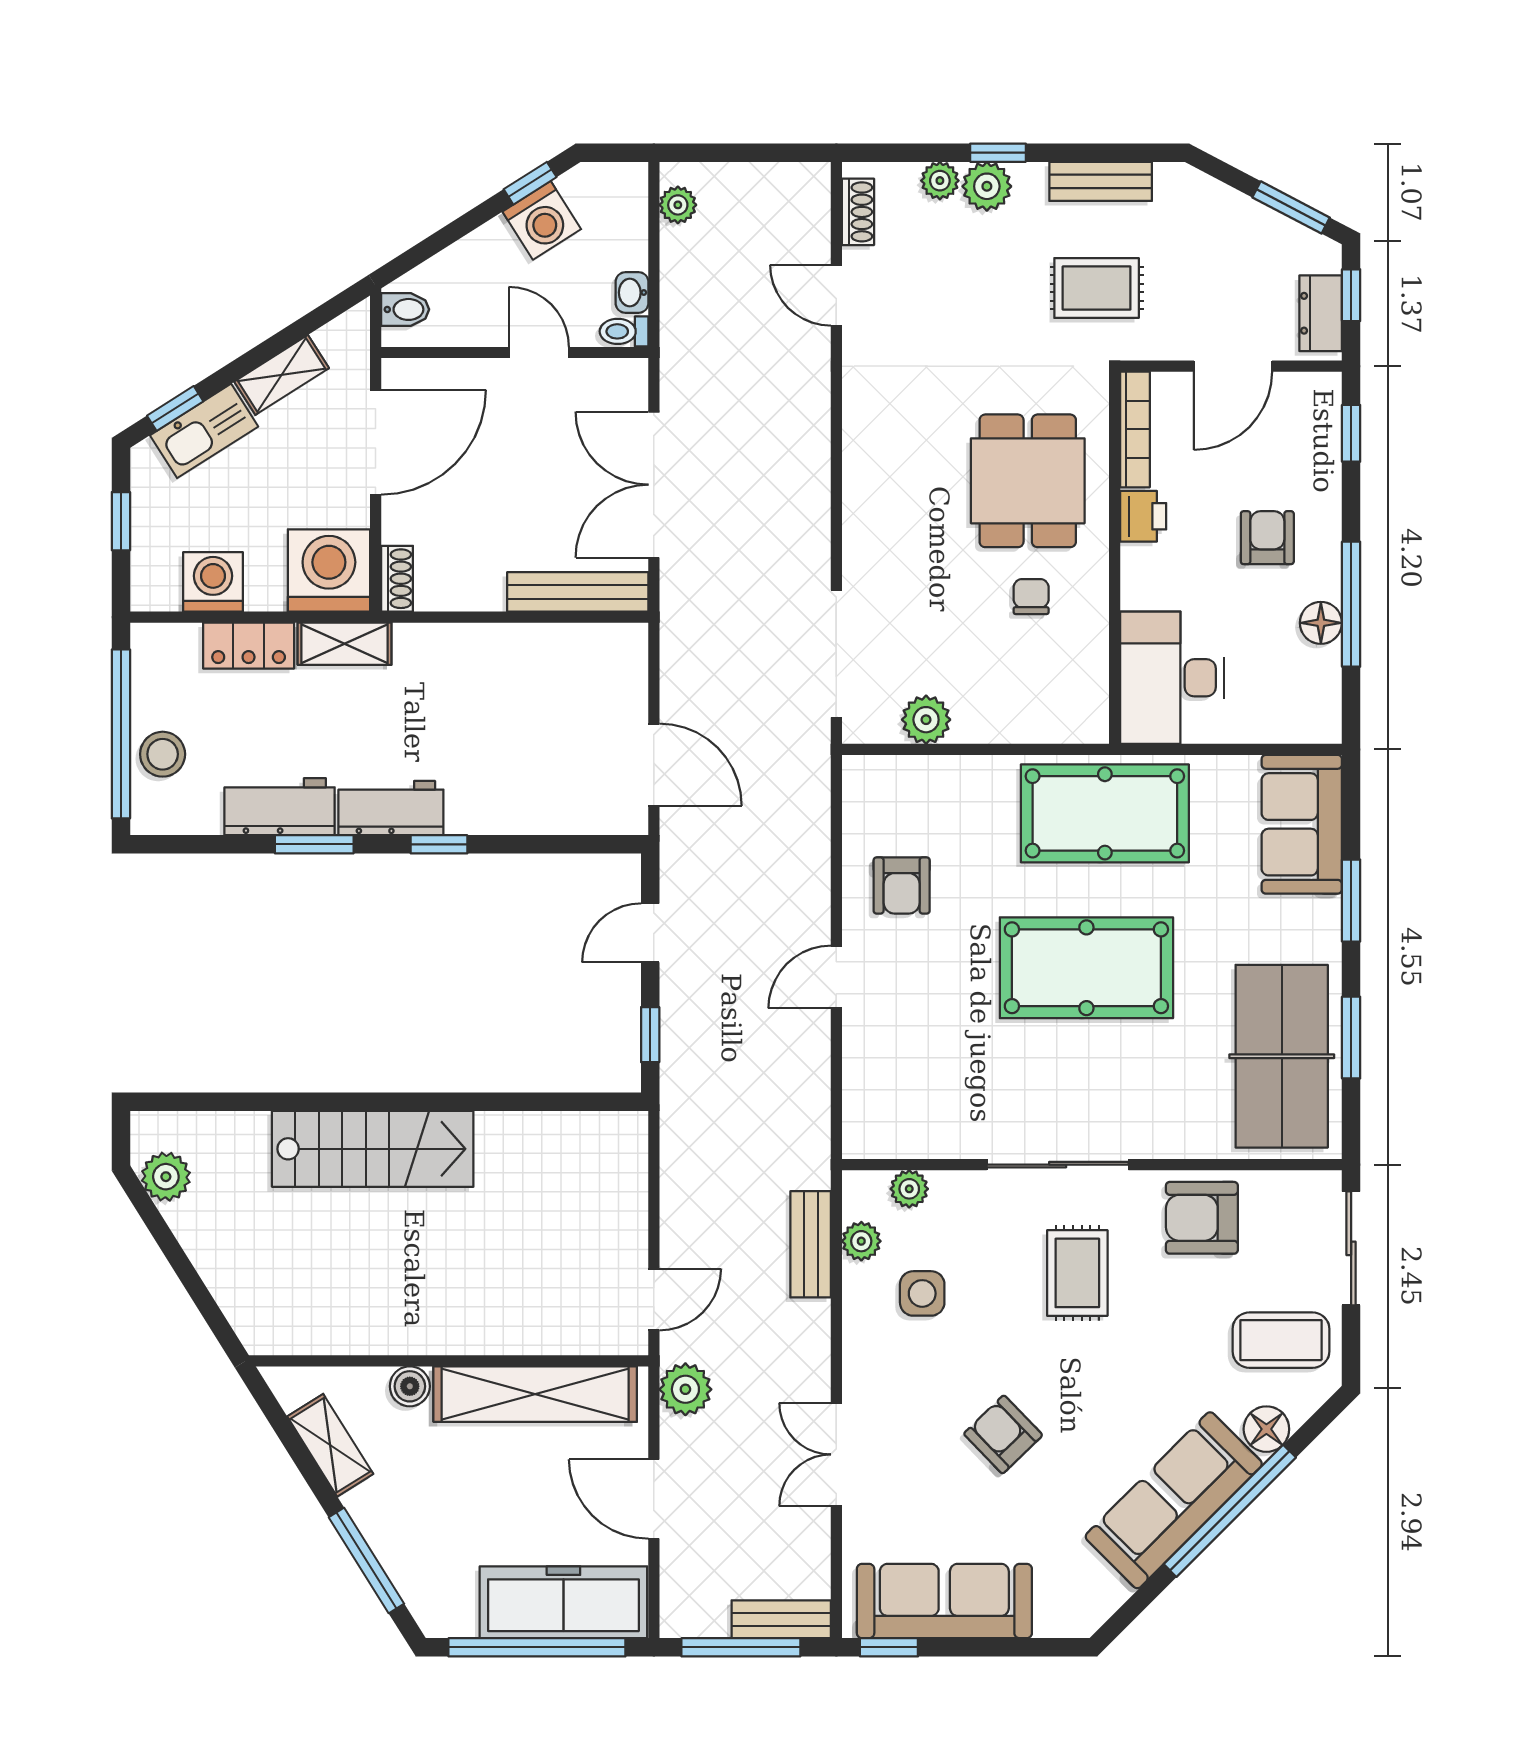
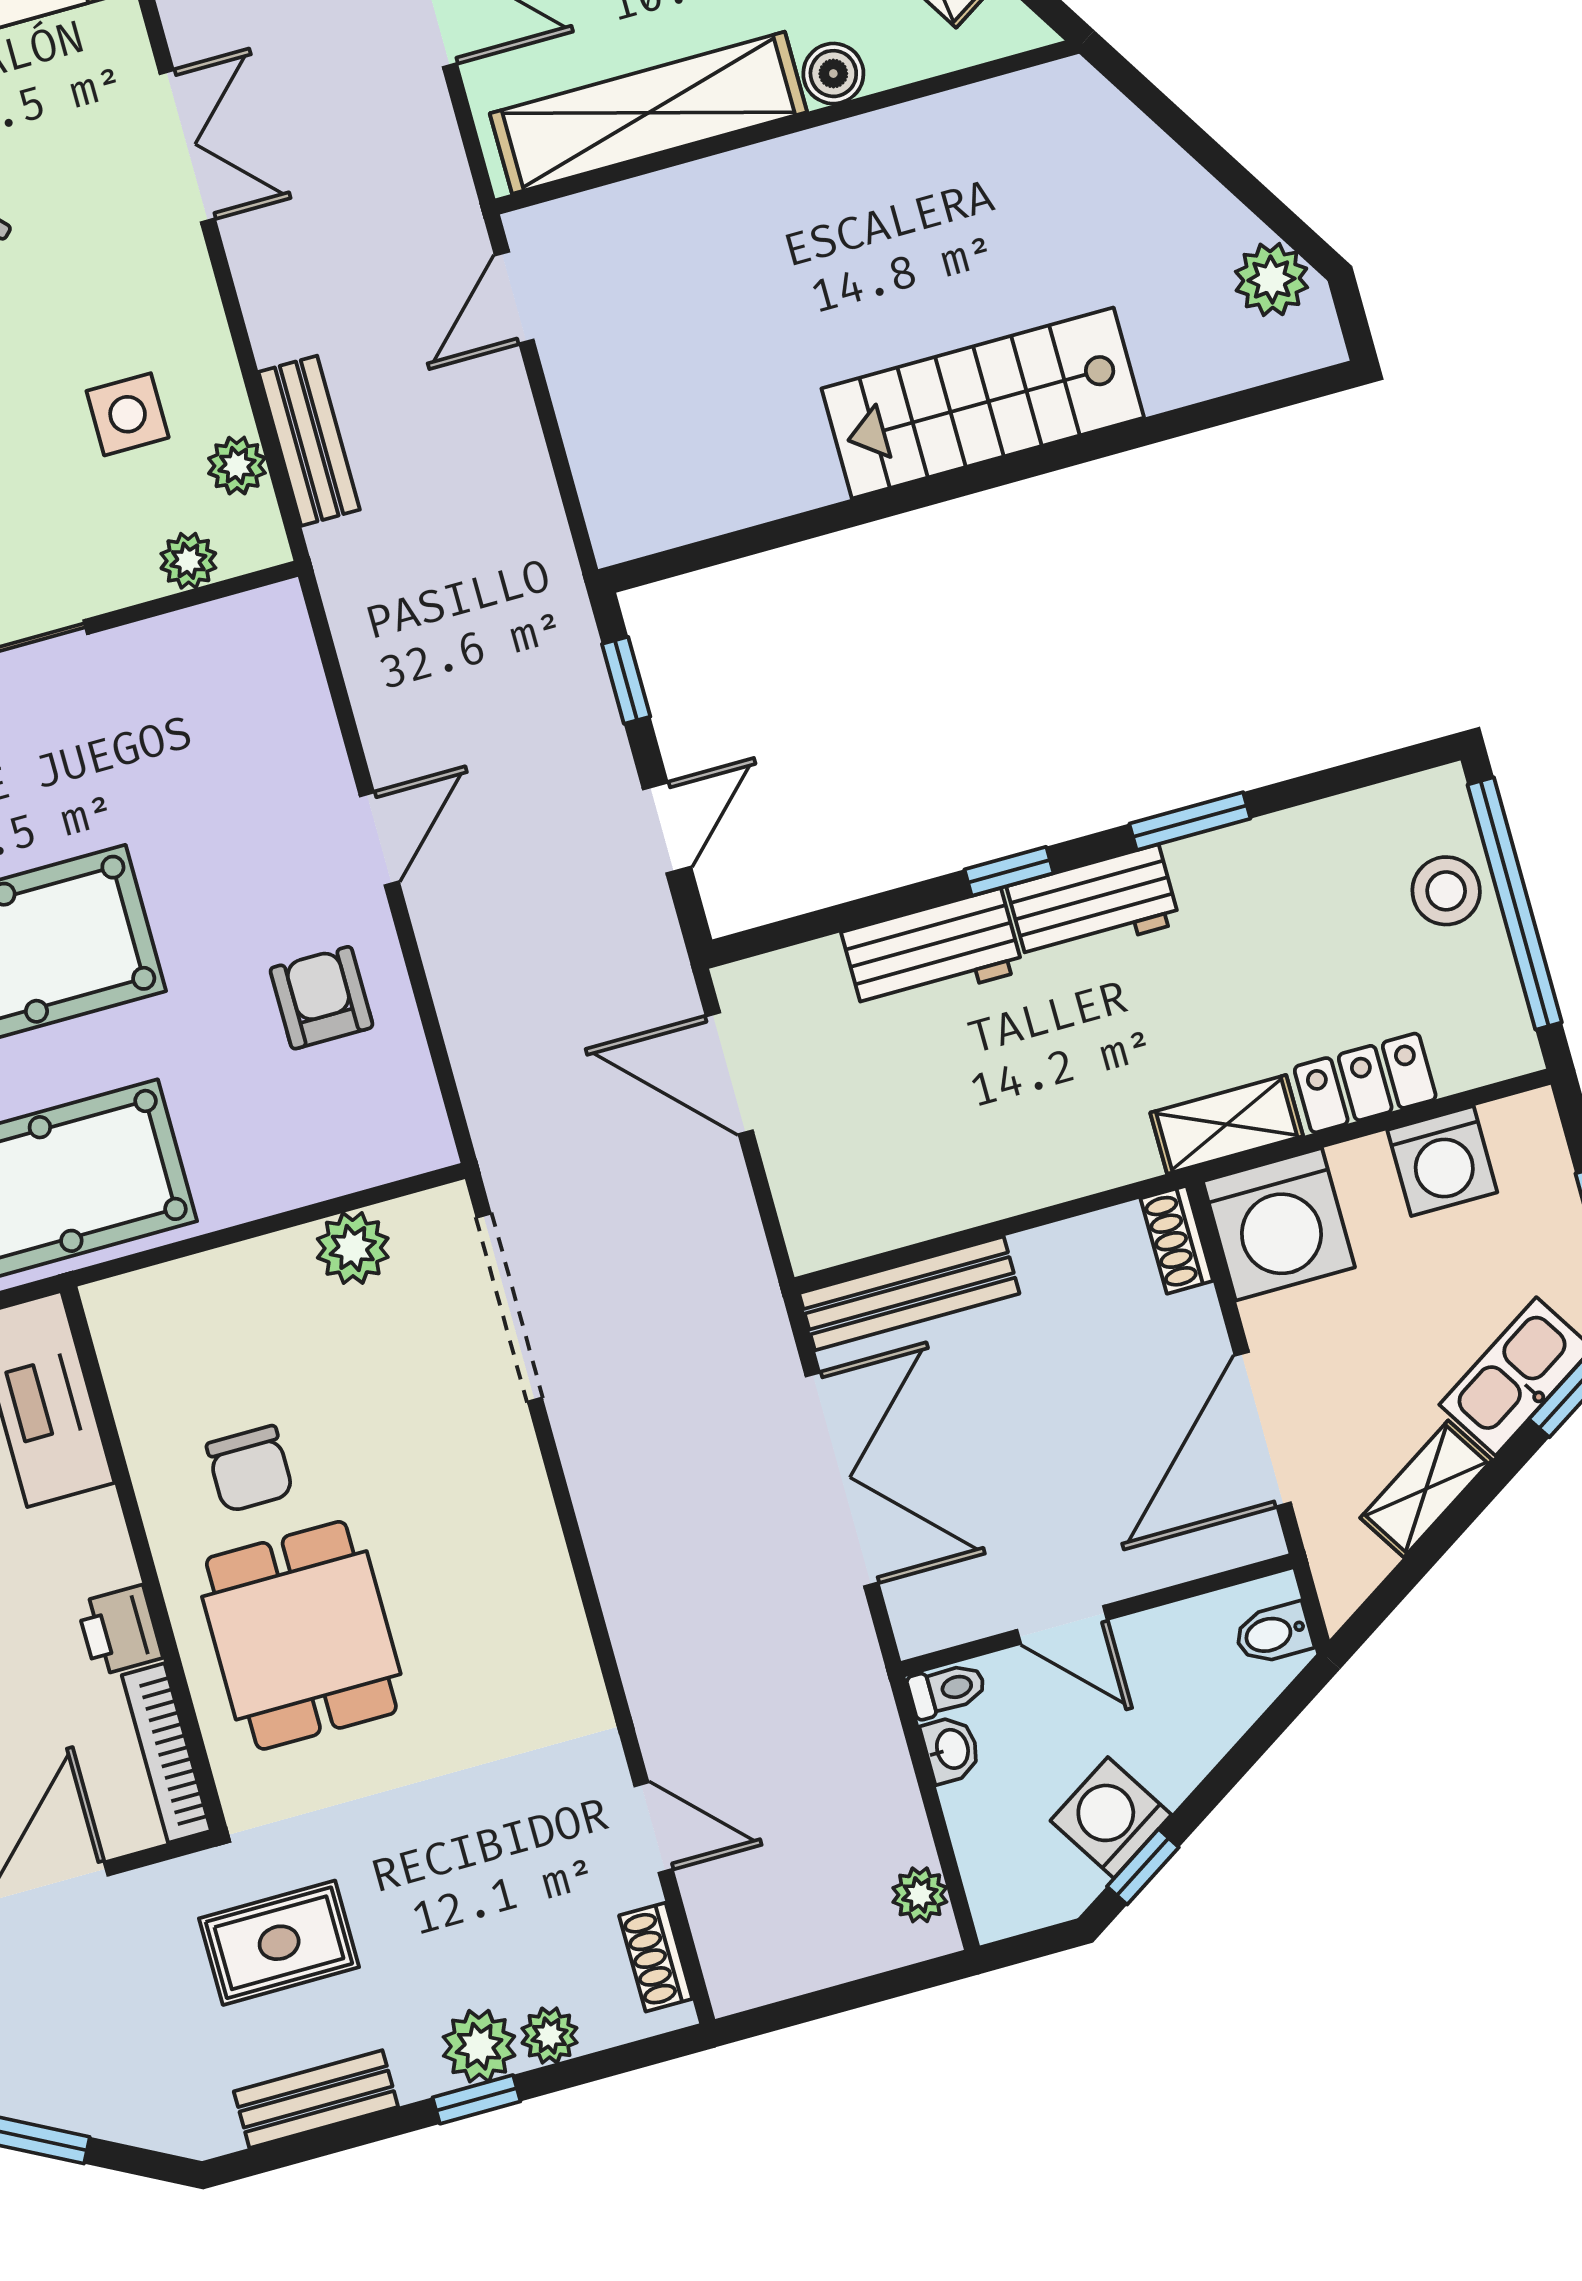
chair: (1031, 597) -> (250, 1469), width x1.37, depth x1.37
workbench: (280, 807) -> (932, 951), moved
plant: (685, 1389) -> (432, 180), removed

